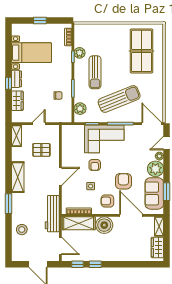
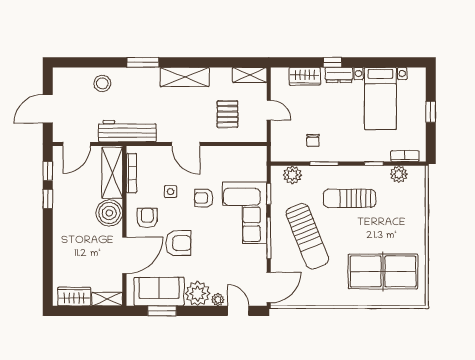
plant: (80, 53) -> (399, 174), moved

